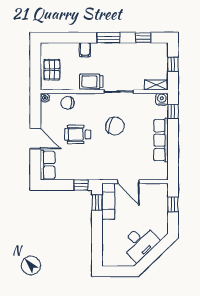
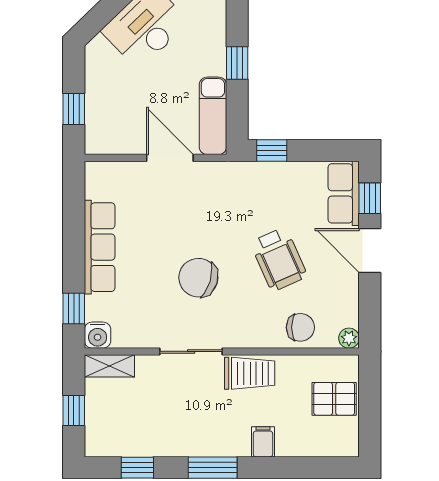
pallet: (52, 70) -> (334, 399), turned 90
wheelchair: (78, 134) -> (279, 259), turned 66
window: (35, 163) -> (370, 198), added
window: (97, 203) -> (237, 63), moved

